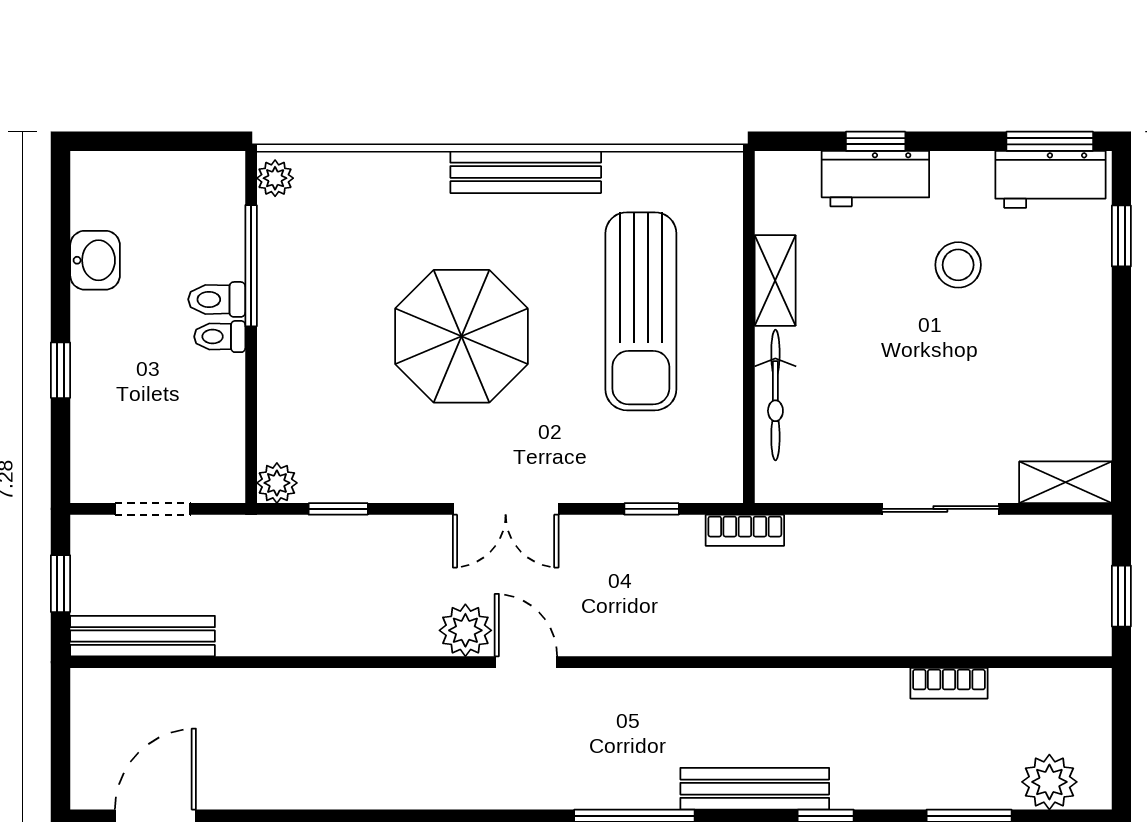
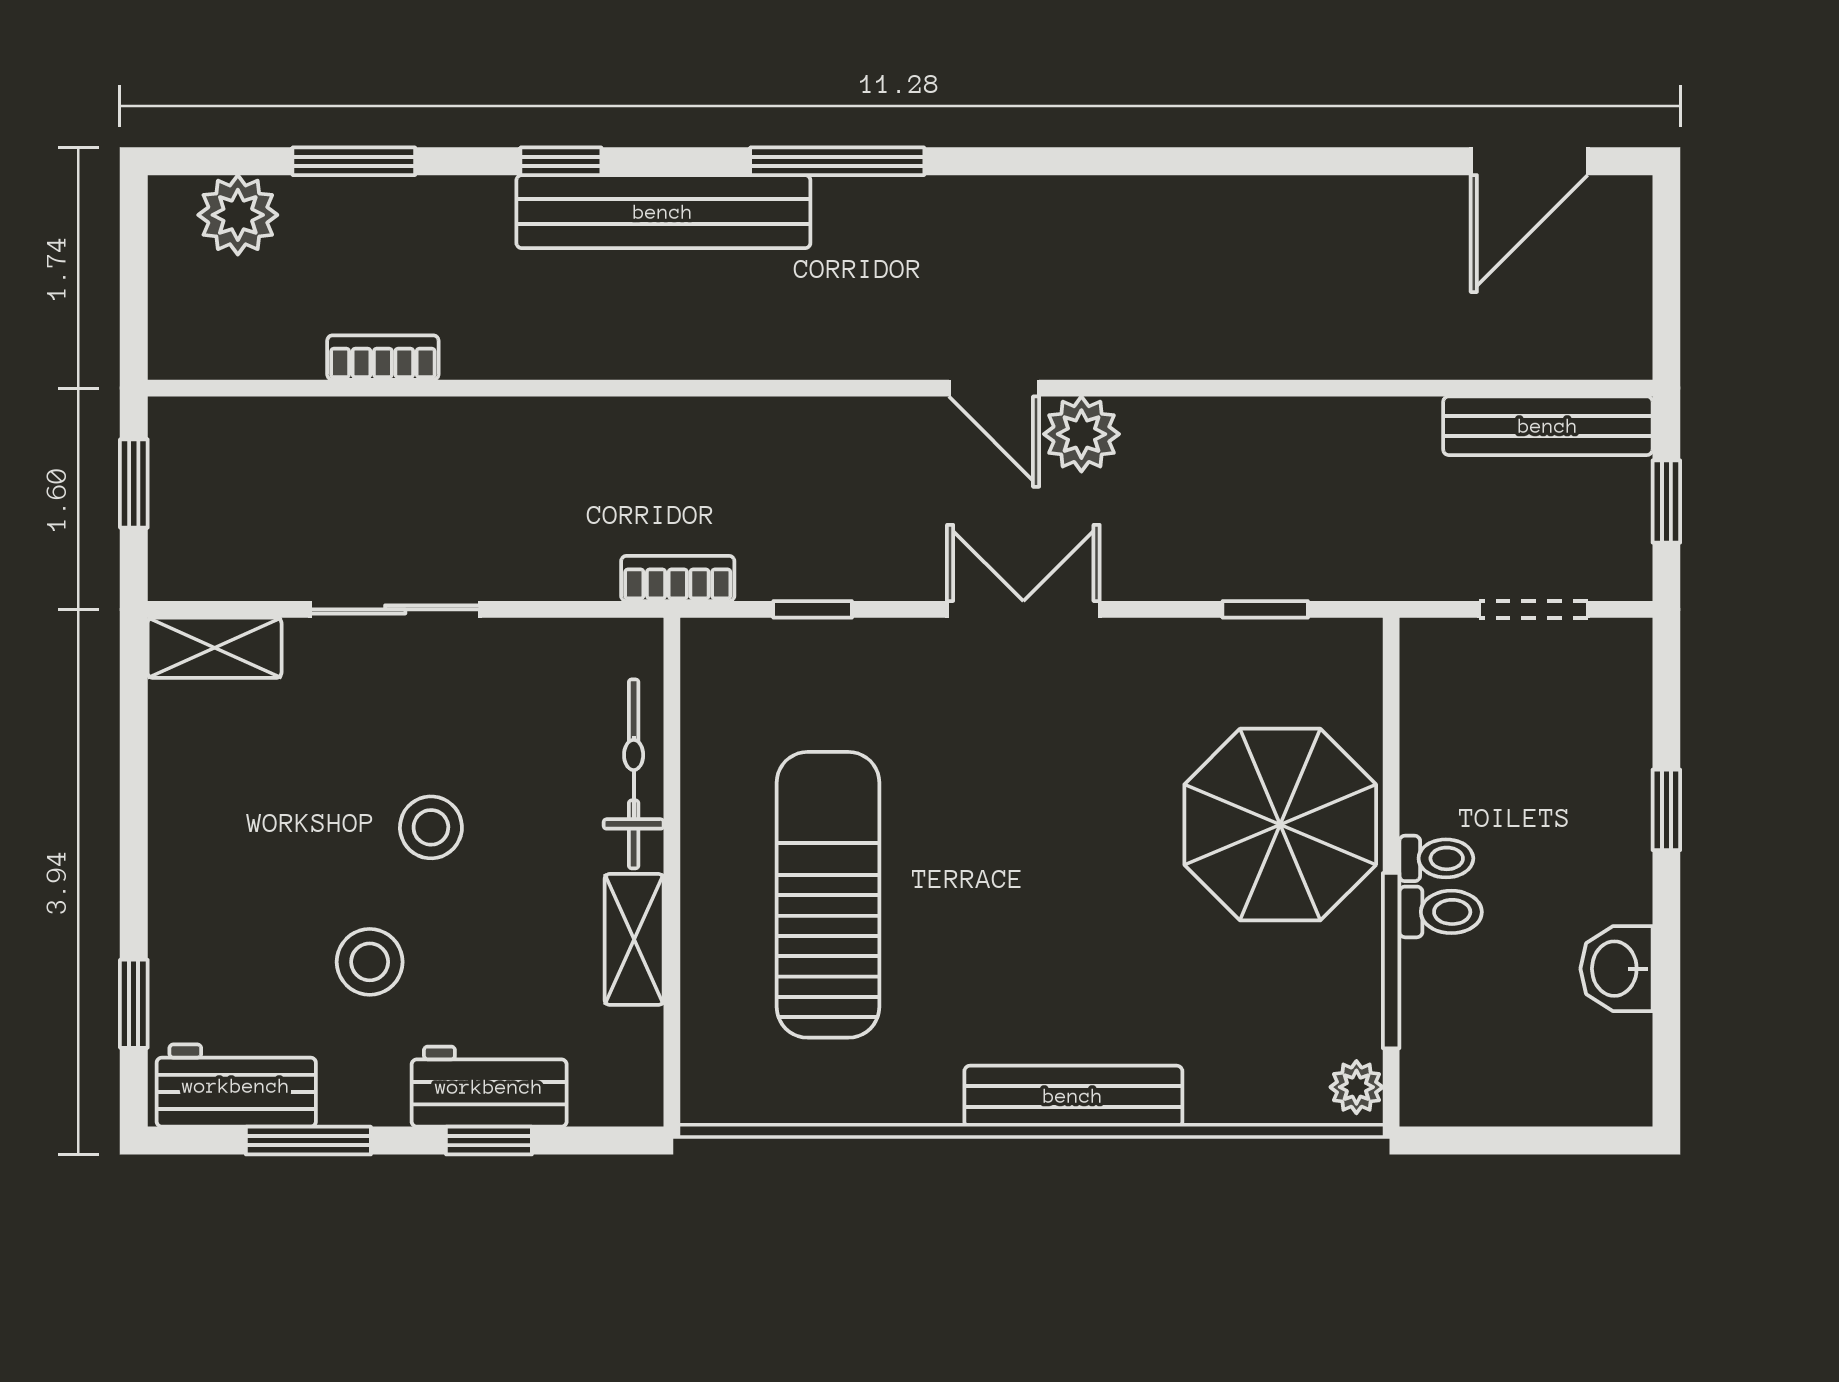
window: (1050, 141) -> (308, 1141), moved
bench: (526, 172) -> (1073, 1096), moved
parasol: (461, 336) -> (1280, 825), moved
stool: (916, 358) -> (431, 827), added
plant: (277, 483) -> (1354, 647), removed
bench: (755, 789) -> (663, 212), width x1.37, depth x1.21

